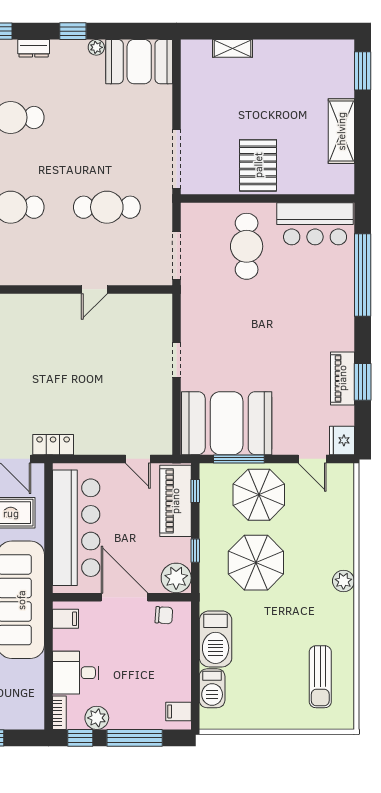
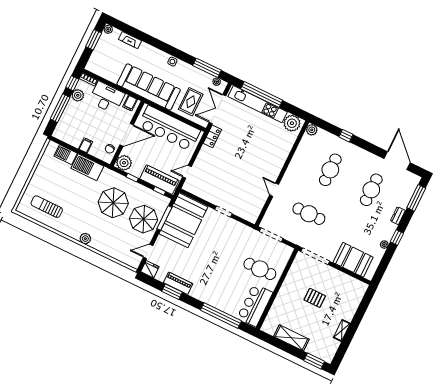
shelving: (232, 48) -> (342, 330), moved
booth: (139, 62) -> (353, 260), moved, turned 90
pallet: (258, 165) -> (315, 298), moved, width x0.67, depth x0.71
cafe table: (107, 207) -> (309, 214), turned 90
desk: (76, 673) -> (107, 98), width x1.37
filing cabinet: (178, 711) -> (86, 145), moved

